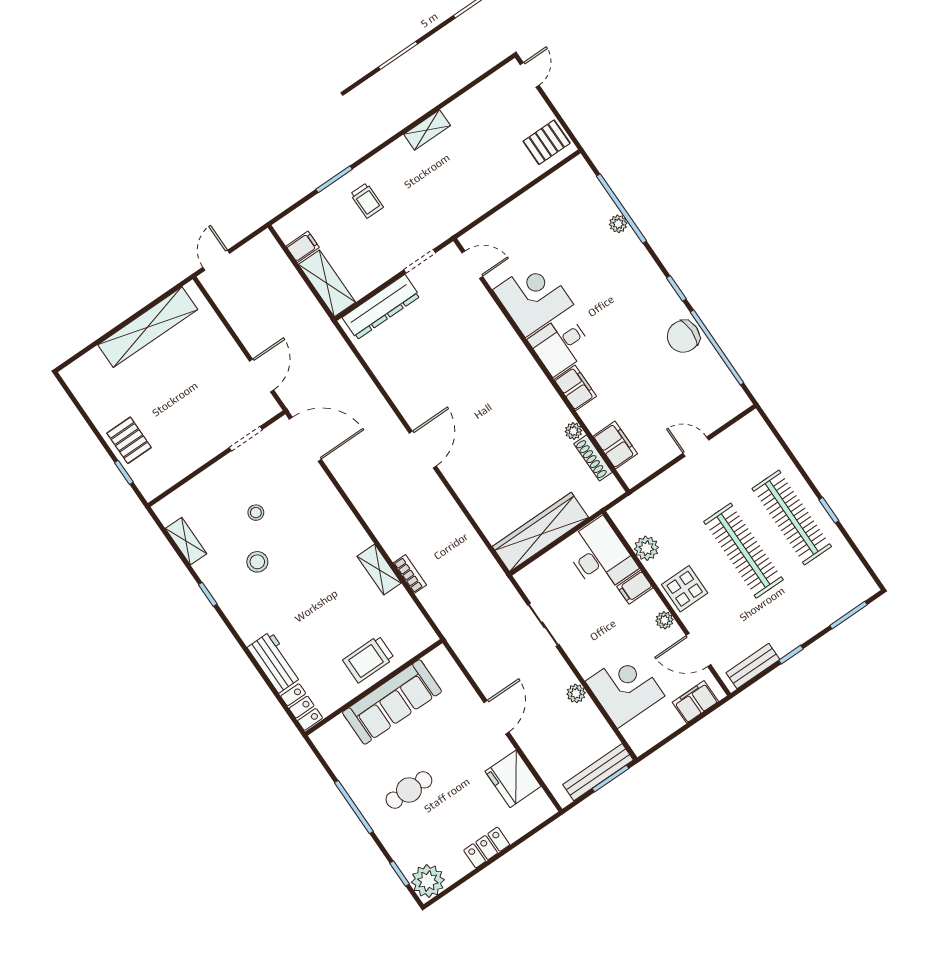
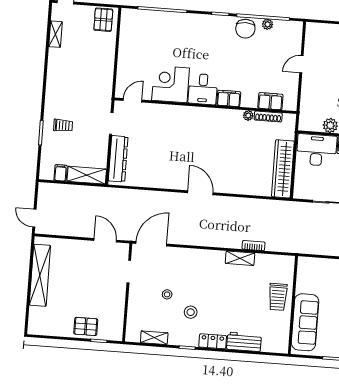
shelving: (427, 130) -> (56, 34), moved
plant: (618, 224) -> (268, 24), moved
sofa: (392, 702) -> (305, 322), moved
locker: (302, 707) -> (213, 341), moved

